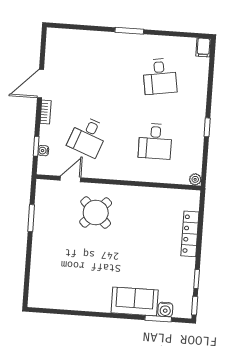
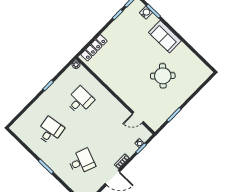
filing cabinet: (203, 47) -> (16, 127), removed
desk: (88, 137) -> (82, 162), moved
round table: (96, 213) -> (163, 76), moved
locker: (190, 234) -> (94, 48), moved
sofa: (135, 301) -> (165, 37), moved

